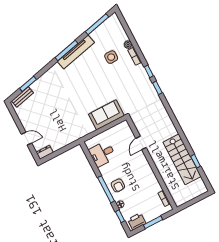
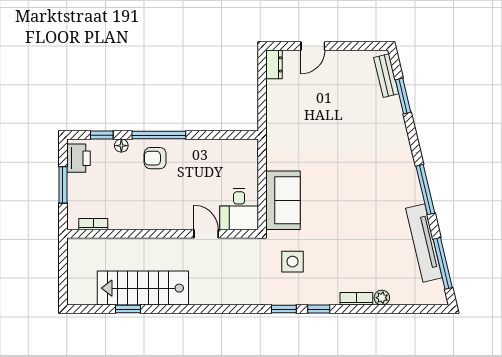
tv unit: (76, 52) -> (424, 243), moved
side table: (111, 57) -> (292, 262), moved
desk: (102, 154) -> (239, 209), moved, turned 180

